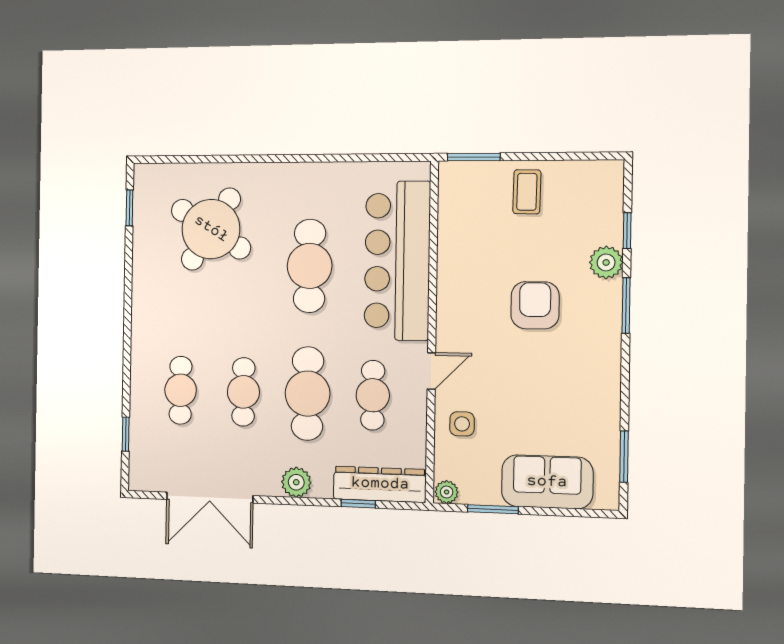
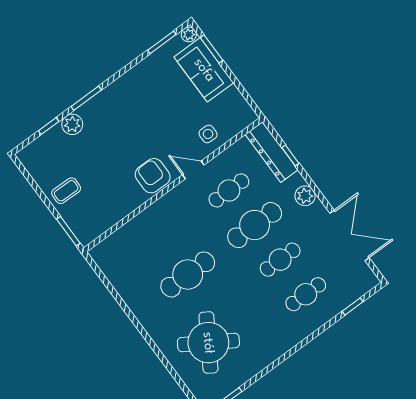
bar counter: (397, 261) -> (150, 230), removed
armchair: (535, 305) -> (153, 176), moved, turned 90
plant: (447, 492) -> (189, 35), moved
window: (493, 509) -> (212, 49), moved

